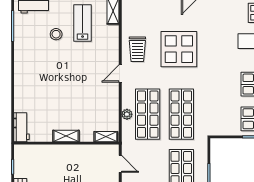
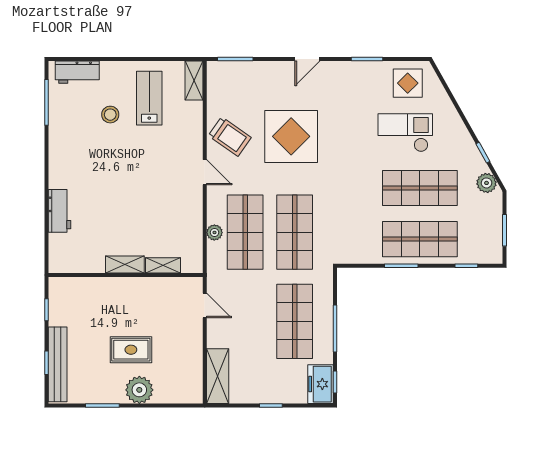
trolley: (137, 49) -> (230, 137), turned -55
door: (120, 73) -> (205, 172), swing flipped
workbench: (22, 127) -> (59, 211), moved
shelving: (106, 137) -> (163, 265), moved

